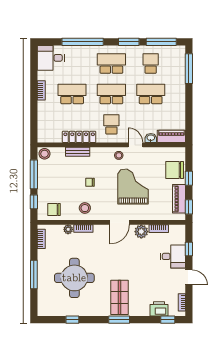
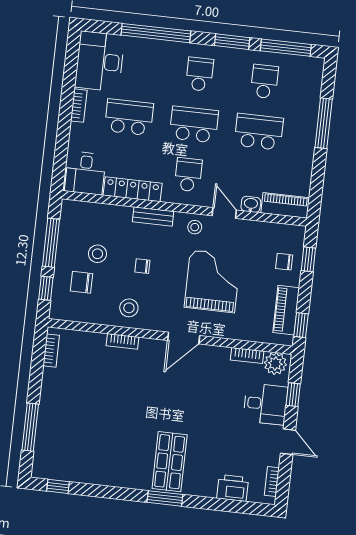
desk: (51, 58) -> (100, 61), width x1.37
school desk: (111, 64) -> (200, 74), width x0.54
window: (189, 69) -> (324, 123), moved
desk: (50, 130) -> (85, 173), added
bench: (78, 152) -> (153, 216), moved
stool: (44, 154) -> (97, 254), moved
chair: (175, 170) -> (284, 262), width x0.54, depth x0.54
window: (189, 178) -> (308, 259), moved
chair: (54, 210) -> (82, 282), moved
plant: (68, 229) -> (97, 340), removed
plant: (141, 232) -> (275, 364), moved
window: (34, 275) -> (30, 427), moved
round table: (74, 278) -> (99, 421), removed
window: (72, 320) -> (58, 486), moved
window: (168, 320) -> (245, 507), removed

